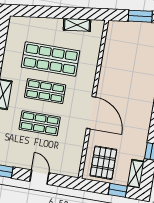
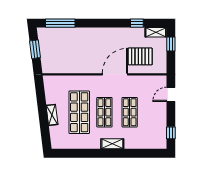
shelving: (77, 25) -> (52, 115), moved
pallet: (103, 163) -> (140, 56), moved
door: (39, 177) -> (171, 94), moved

